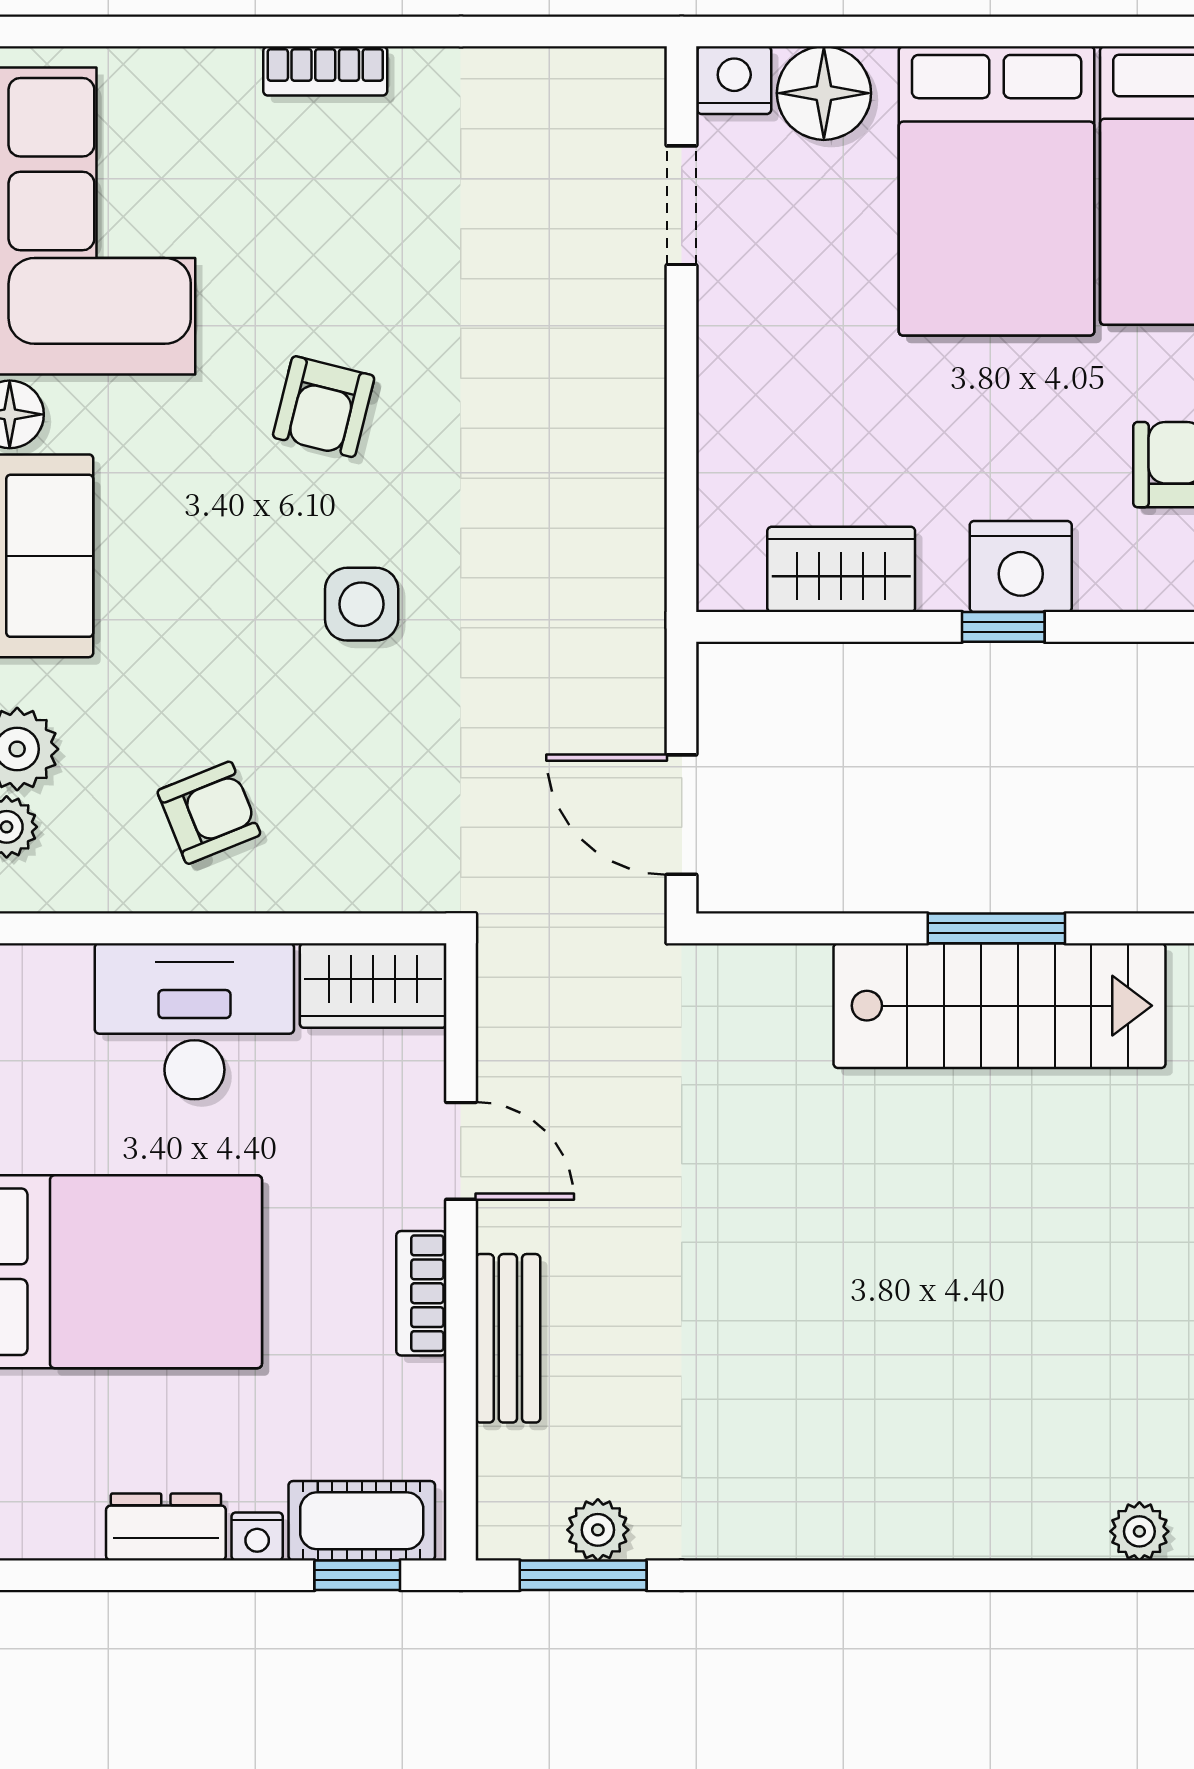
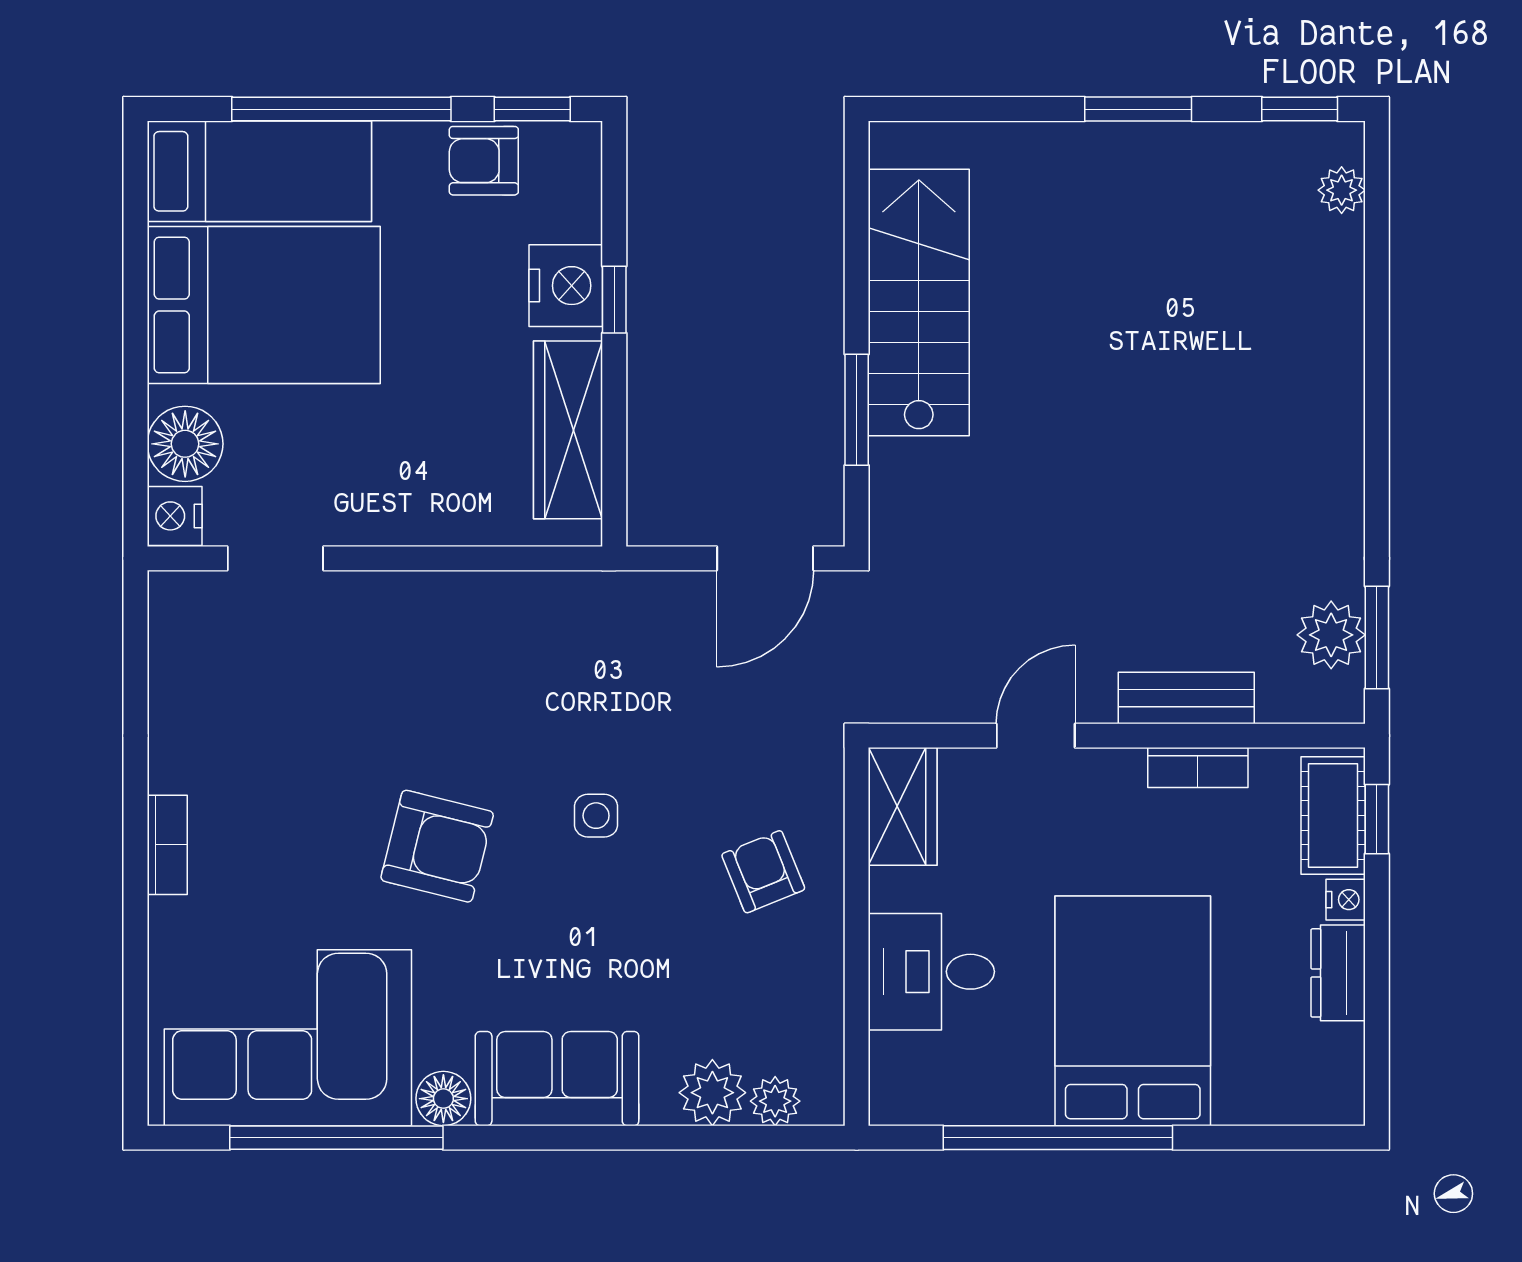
armchair: (324, 407) -> (437, 846), width x1.38, depth x1.38
wardrobe: (841, 569) -> (568, 430), width x1.50
side table: (362, 604) -> (596, 816), width x0.73, depth x0.73
armchair: (209, 813) -> (763, 872), moved
window: (996, 928) -> (857, 410), moved
desk: (194, 1021) -> (931, 972), width x0.73
bookcase: (421, 1293) -> (1198, 768), moved
plant: (598, 1530) -> (1331, 635), width x1.38, depth x1.38

